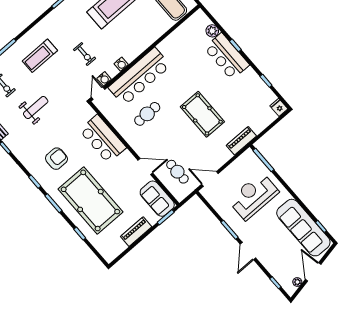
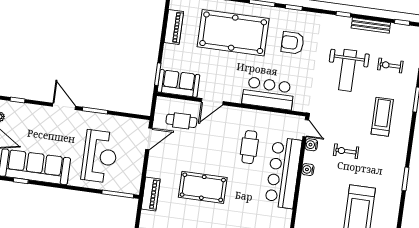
weight bench: (36, 107) -> (348, 70), width x1.36, depth x1.33
armchair: (56, 159) -> (293, 43), turned 90
piano: (136, 232) -> (174, 27), moved

